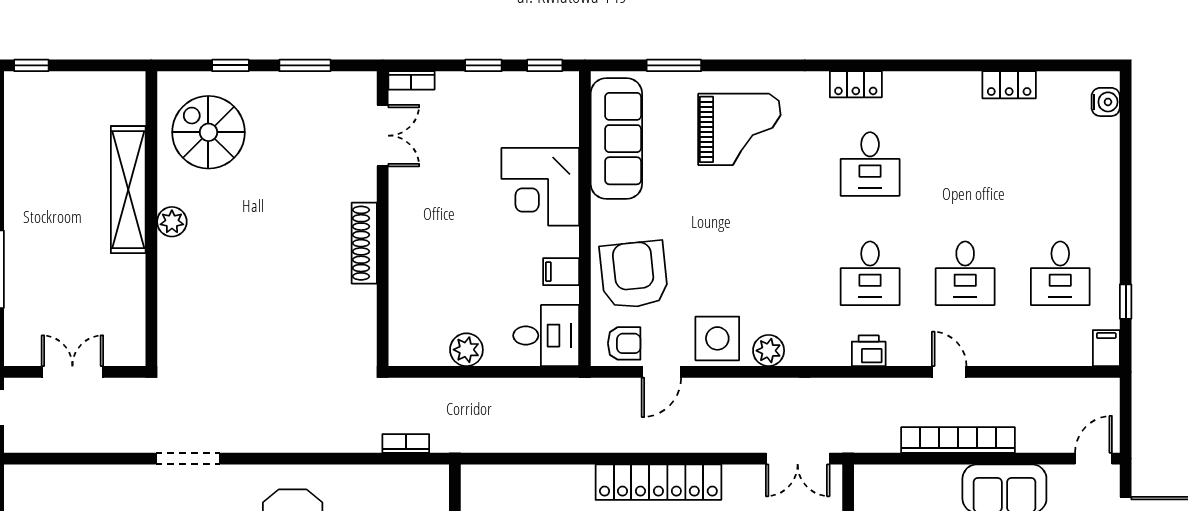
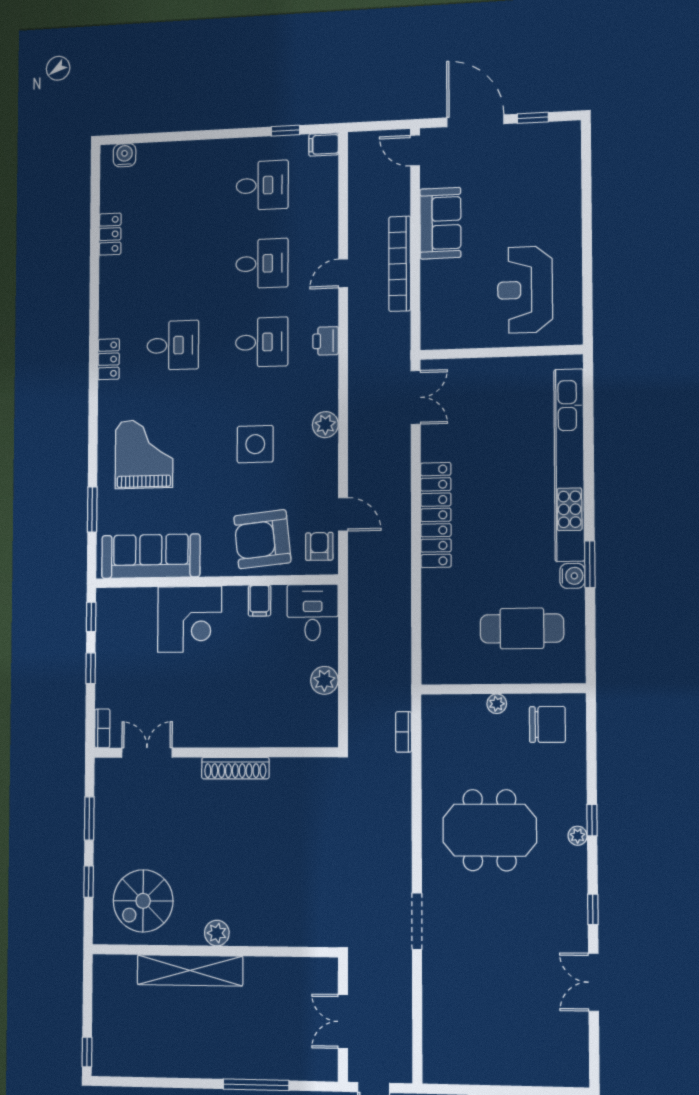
side table: (717, 338) -> (255, 444), moved

